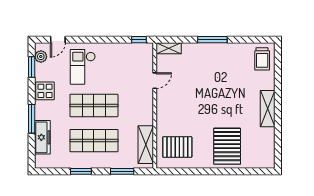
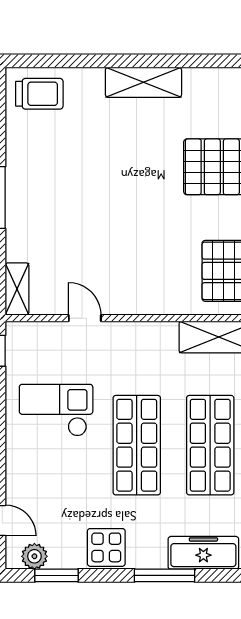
checkout: (83, 67) -> (56, 410), moved, turned 180

